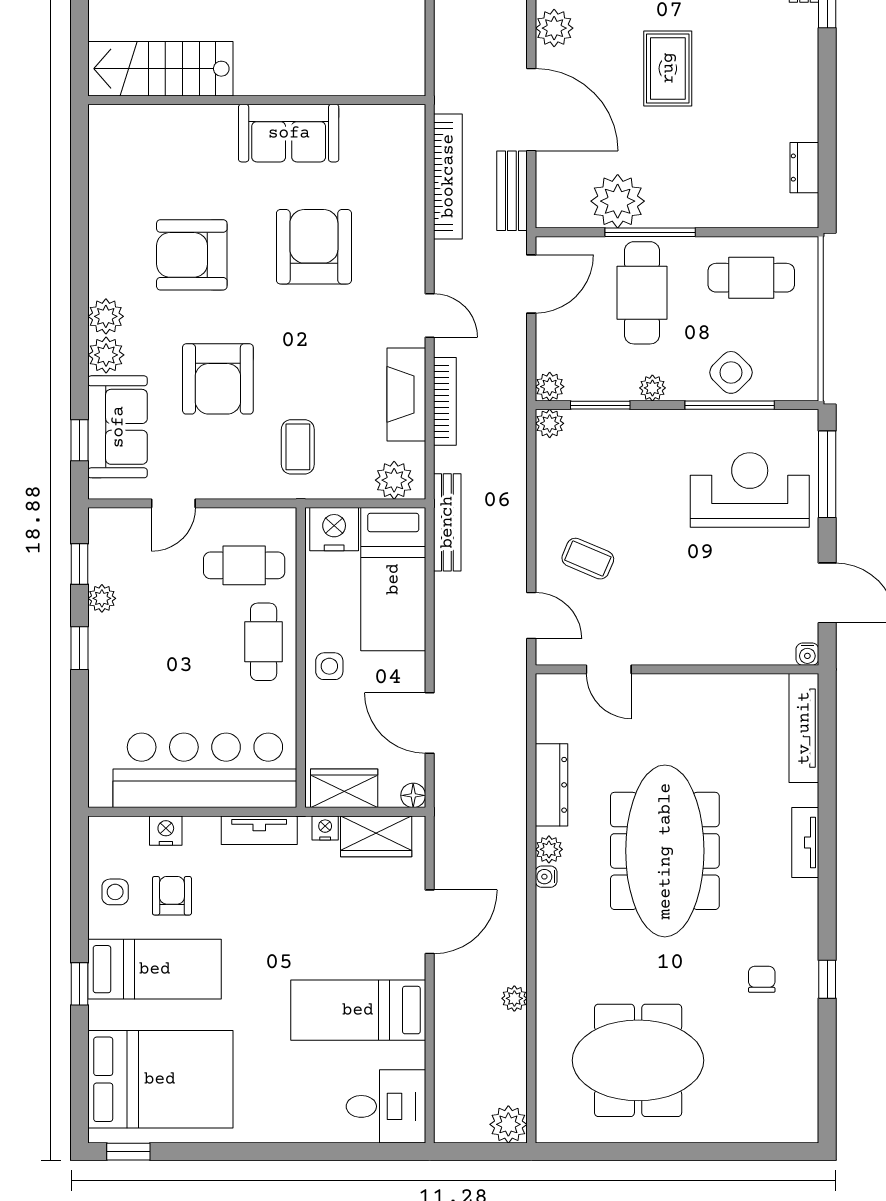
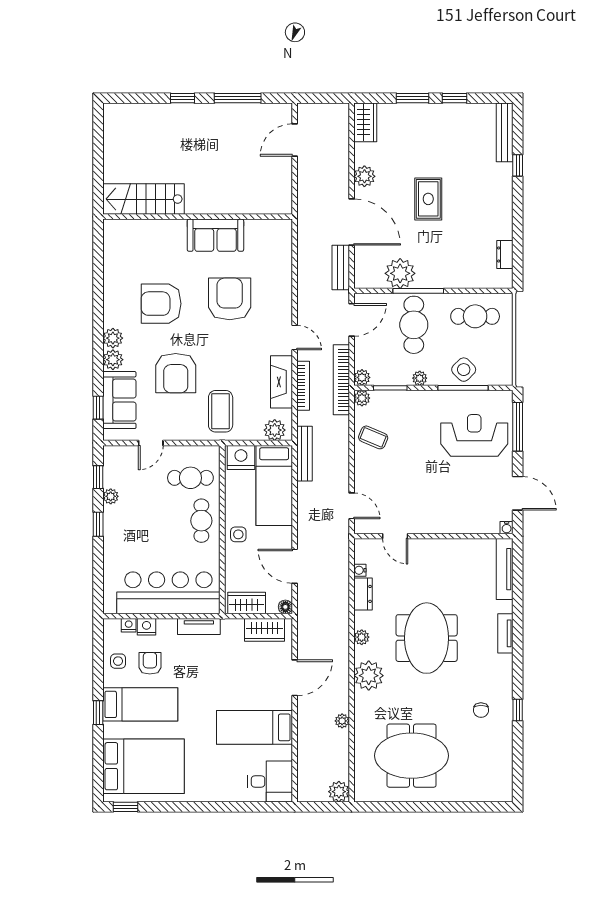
bookcase: (448, 176) -> (341, 380), moved, turned 180
coffee table: (298, 447) -> (221, 411), width x1.36, depth x1.30
coffee table: (588, 559) -> (373, 437), moved
dresser: (551, 785) -> (363, 594), width x0.70
nightstand: (325, 828) -> (129, 625), moved
meeting table: (665, 851) -> (427, 638), width x0.73
water cooler: (546, 877) -> (360, 570), moved
plant: (562, 918) -> (369, 676), added
chair: (762, 979) -> (481, 710), turned 180

